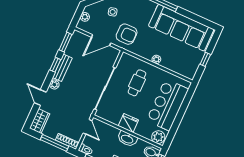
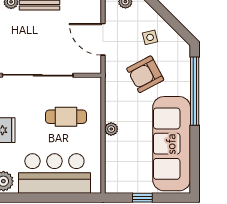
armchair: (127, 34) -> (145, 74), moved, turned 62

